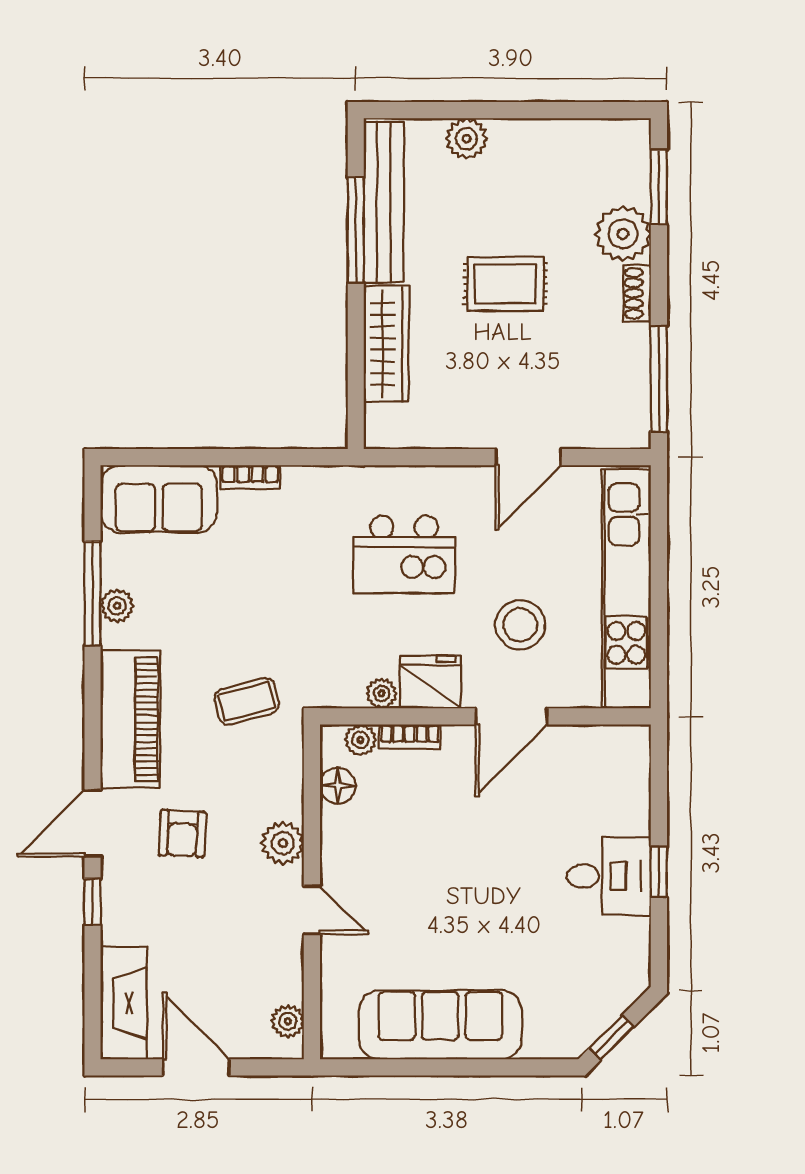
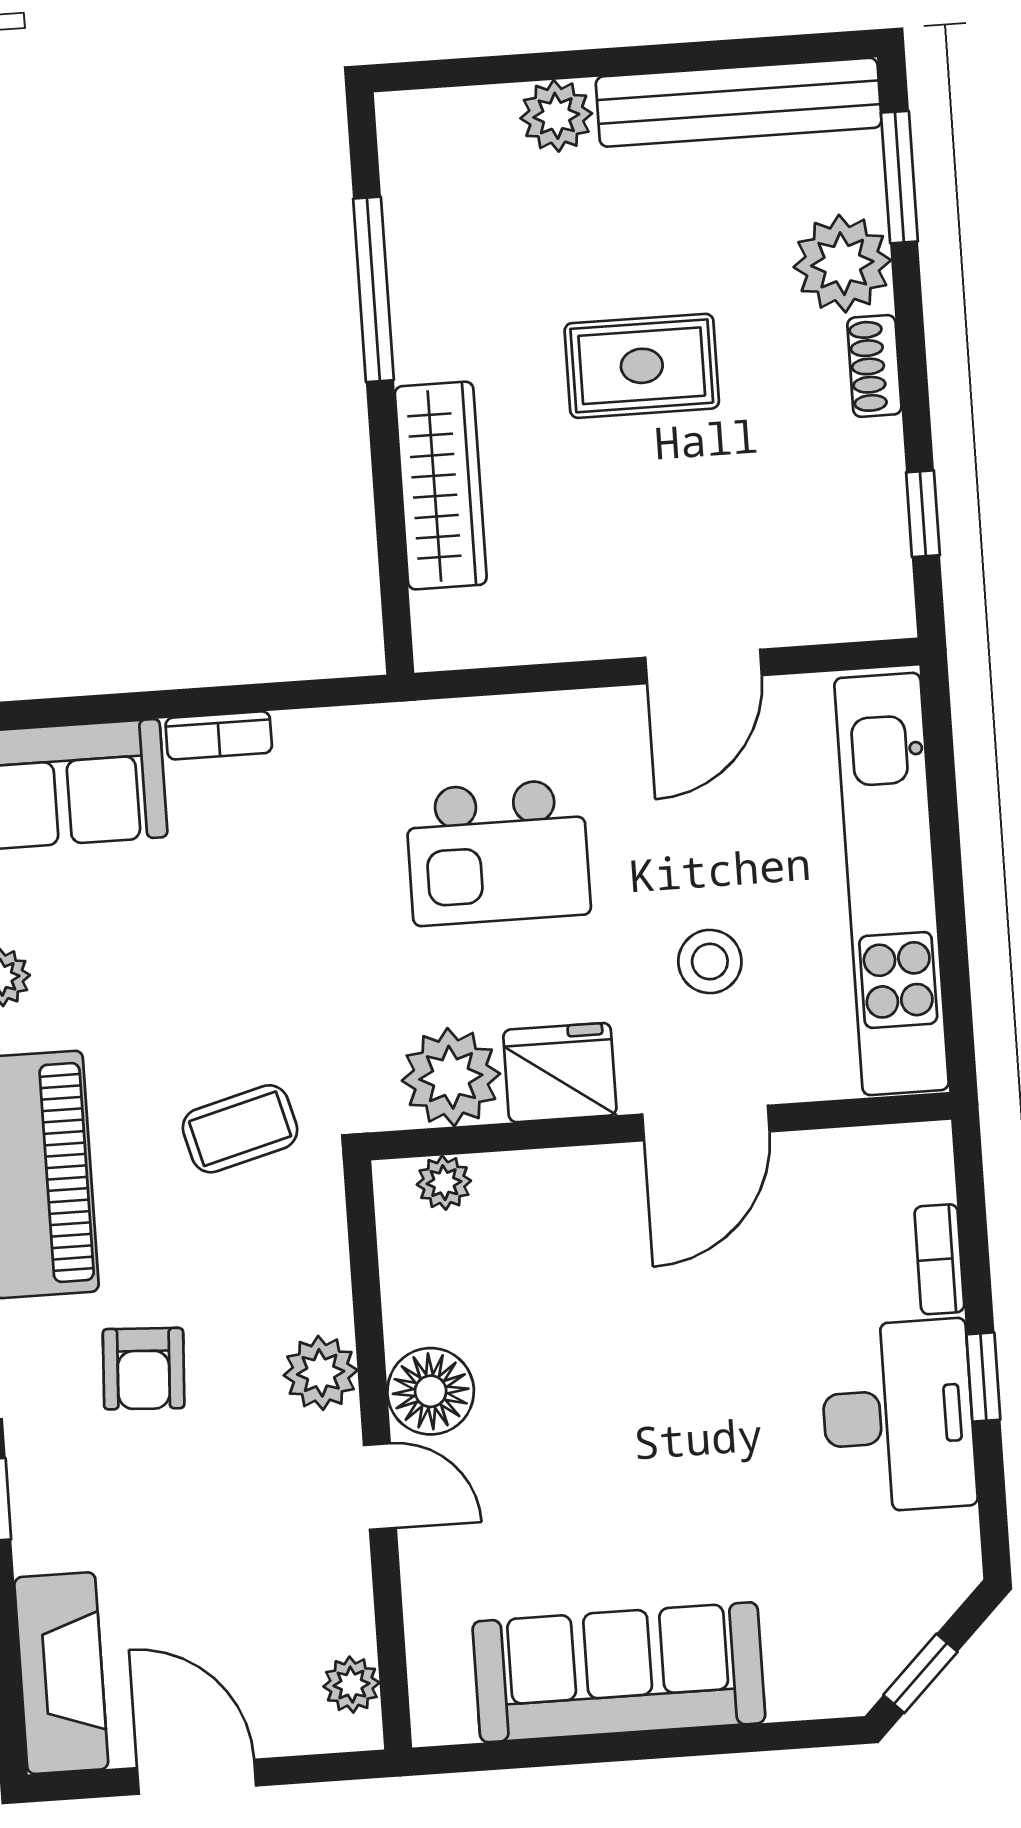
bench: (384, 202) -> (739, 102), moved, turned 90
window: (659, 379) -> (923, 514), width x0.46
stool: (520, 625) -> (710, 962), width x0.73, depth x0.73
plant: (382, 693) -> (451, 1077), width x1.88, depth x1.88
bookcase: (410, 737) -> (939, 1259), moved, turned 90
floor lamp: (338, 786) -> (431, 1391), moved, width x1.38, depth x1.38
desk: (609, 876) -> (898, 1416), width x1.37

